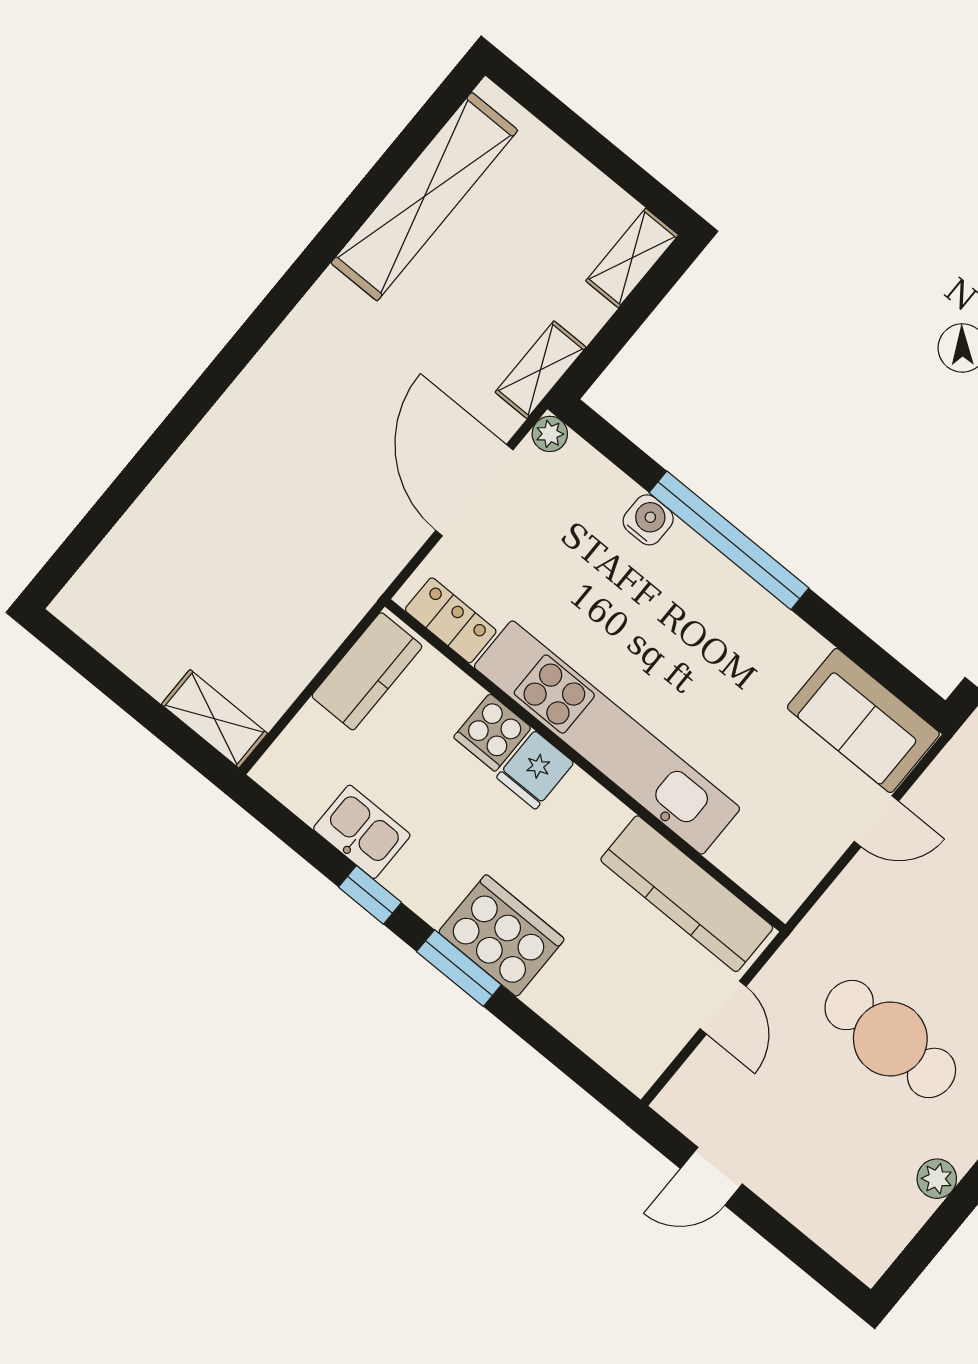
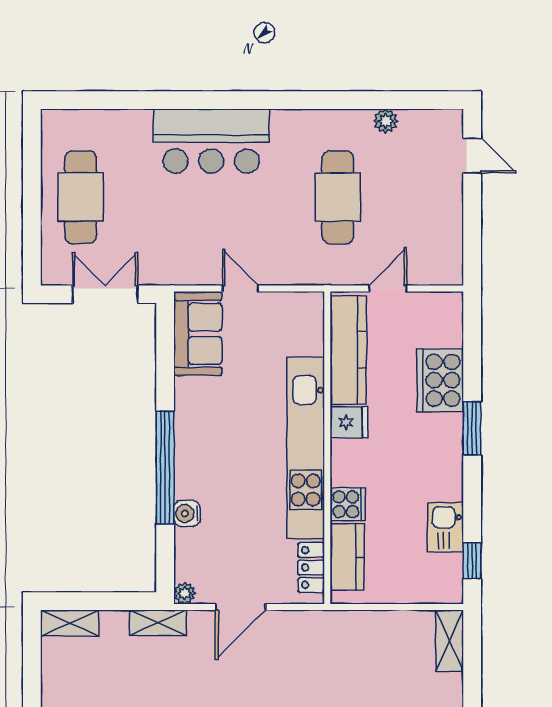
door: (474, 490) -> (241, 607), width x0.73
kitchen counter: (367, 671) -> (347, 557), moved, turned 90
fridge: (535, 770) -> (349, 422), moved
window: (370, 895) -> (472, 561), moved
cooker: (501, 936) -> (440, 380), moved
door: (711, 1176) -> (472, 156), moved

